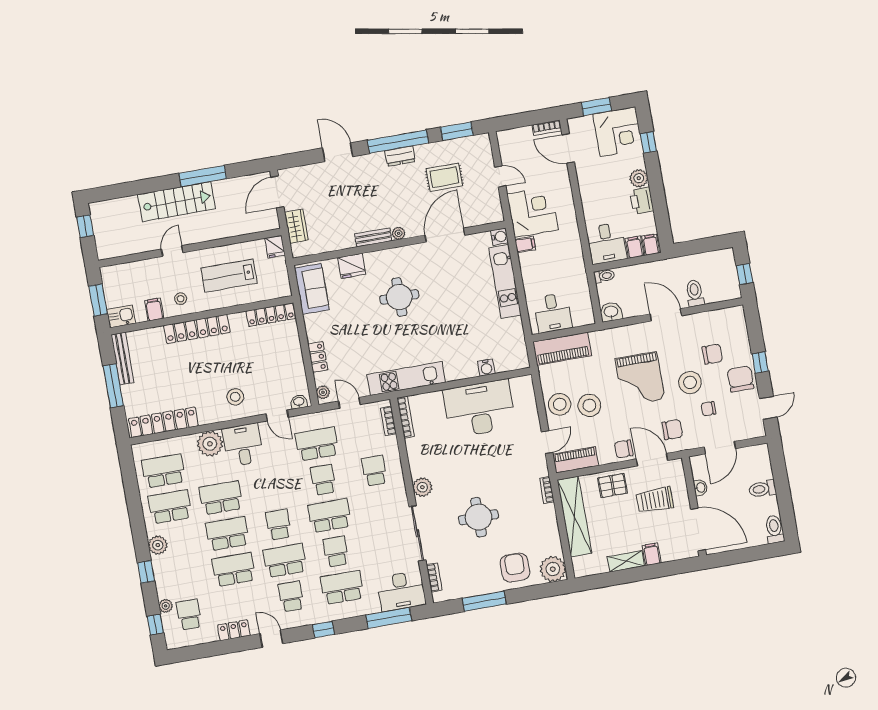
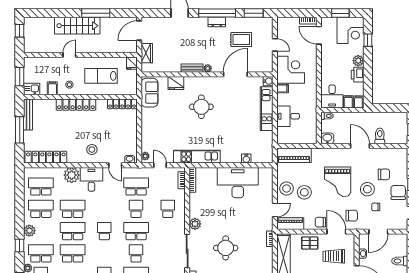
desk: (553, 313) -> (288, 116), moved, turned 90
locker: (318, 357) -> (146, 134), removed
school desk: (285, 561) -> (41, 253), moved

